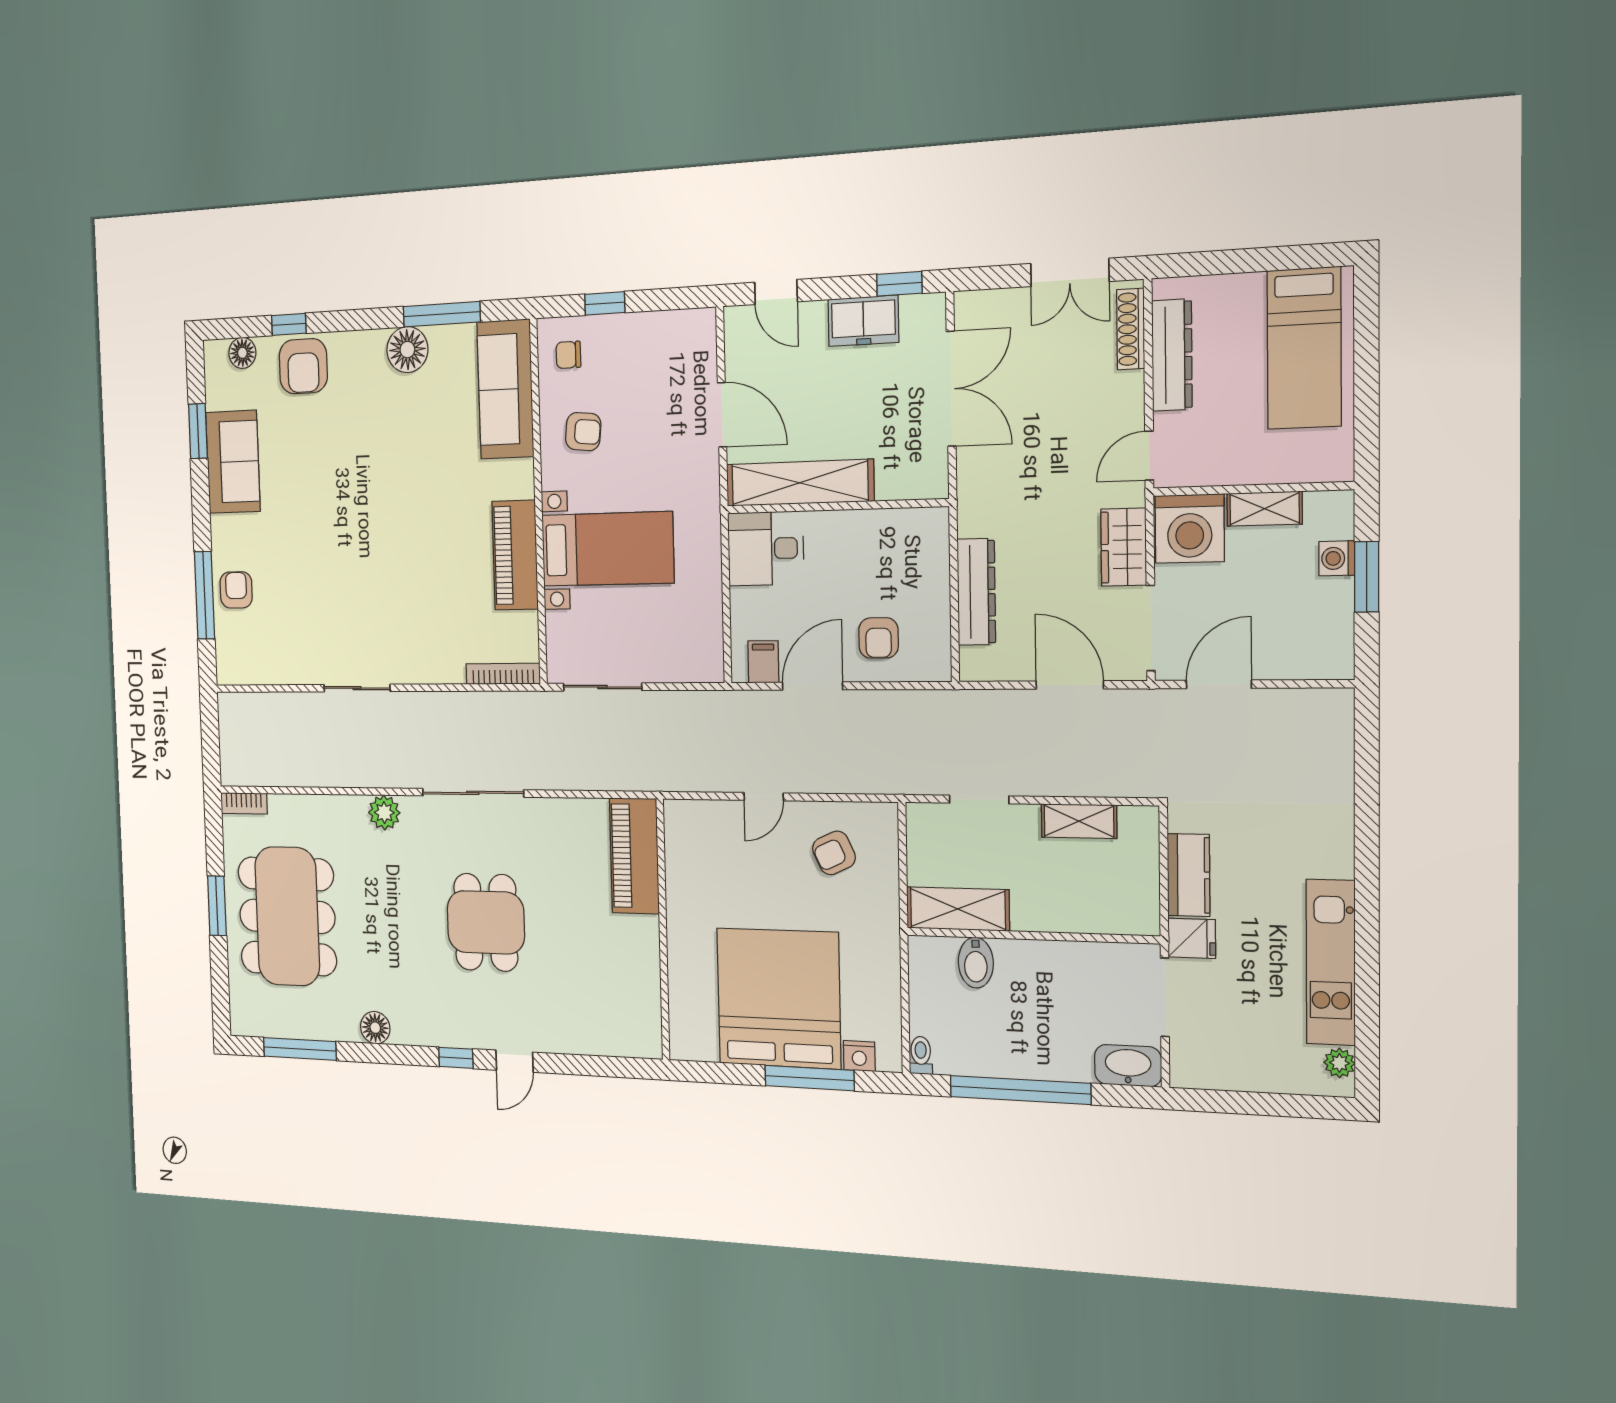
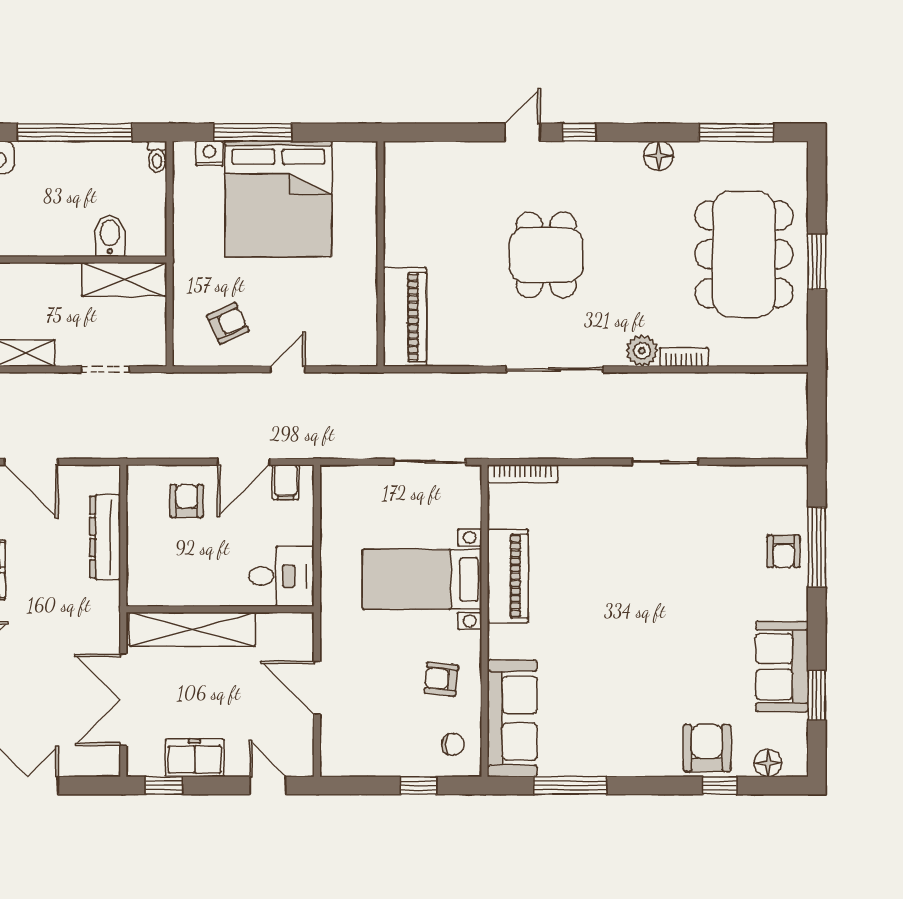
floor lamp: (407, 350) -> (604, 757), removed
shelving: (800, 483) -> (192, 629), moved
bookcase: (244, 803) -> (684, 357), moved

